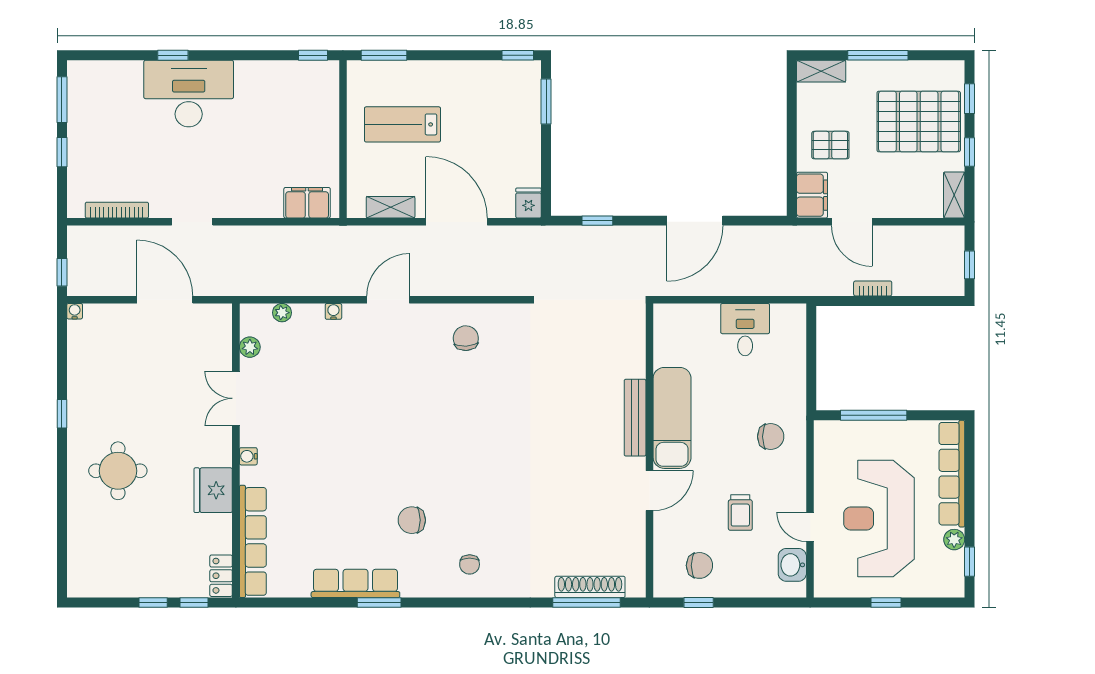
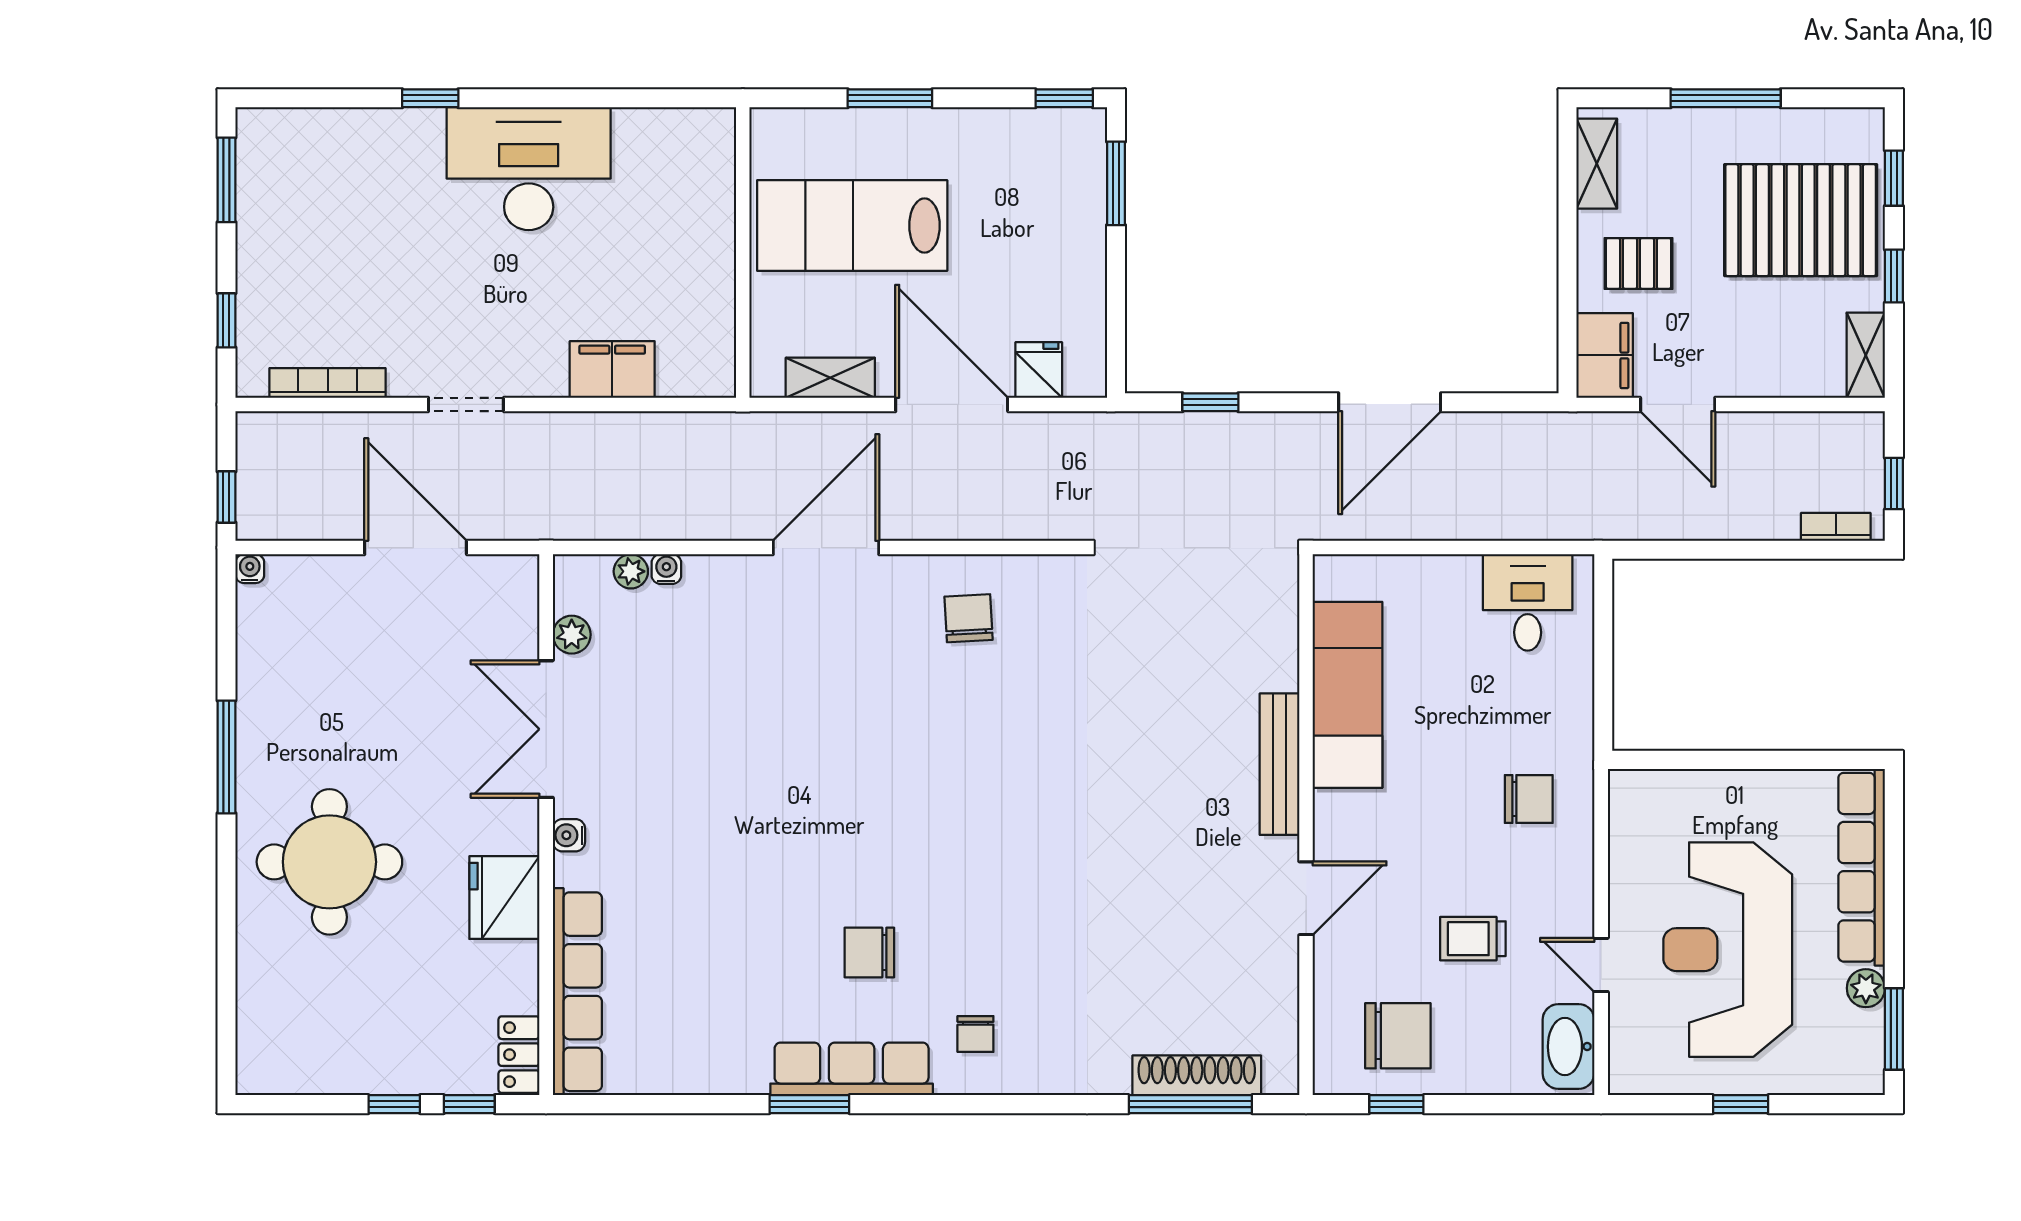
window: (313, 55) -> (688, 98), removed
window: (384, 55) -> (890, 98), moved
shelving: (821, 71) -> (1597, 164), moved, turned 90
desk: (189, 93) -> (529, 169), moved
lab bench: (402, 124) -> (852, 226), width x1.36, depth x1.39
window: (62, 152) -> (226, 320), moved
filing cabinet: (307, 203) -> (612, 369), moved
fridge: (529, 203) -> (1039, 370), moved
bookcase: (873, 288) -> (1836, 527), moved
door: (388, 300) -> (826, 548), width x1.36
water cooler: (333, 311) -> (666, 569), moved
desk: (745, 330) -> (1528, 602), moved
double door: (236, 398) -> (546, 729), width x1.37
window: (62, 414) -> (226, 757), width x2.17
window: (874, 415) -> (1718, 760), removed
exam couch: (672, 418) -> (1347, 695), moved
round table: (118, 471) -> (329, 862), width x1.36, depth x1.36
trolley: (740, 513) -> (1473, 939), turned 90
window: (969, 562) -> (1894, 1029), width x1.50
chair: (699, 565) -> (1398, 1036), width x1.37, depth x1.37
washbasin: (792, 565) -> (1569, 1047), width x1.38
row of seats: (355, 583) -> (852, 1069), moved

